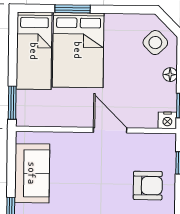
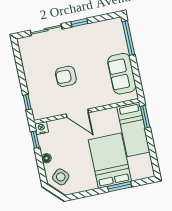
bed: (34, 51) -> (133, 129), moved, turned 180
armchair: (148, 186) -> (66, 76), moved

